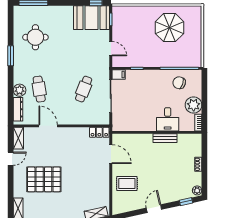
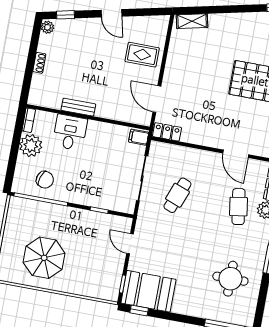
filing cabinet: (119, 75) -> (139, 137), moved
door: (154, 209) -> (111, 13), hinge flipped

